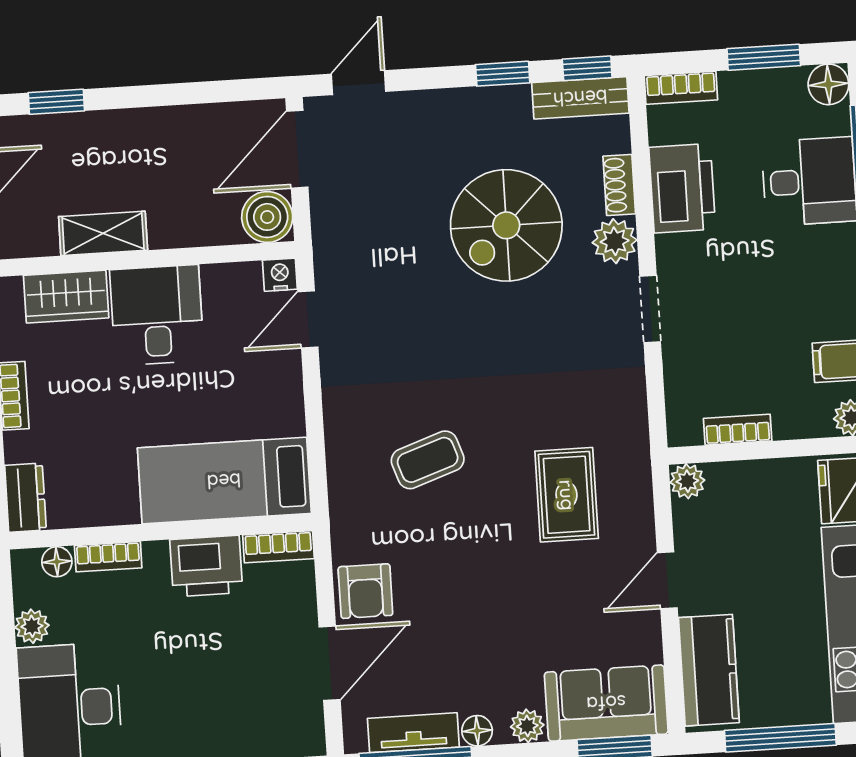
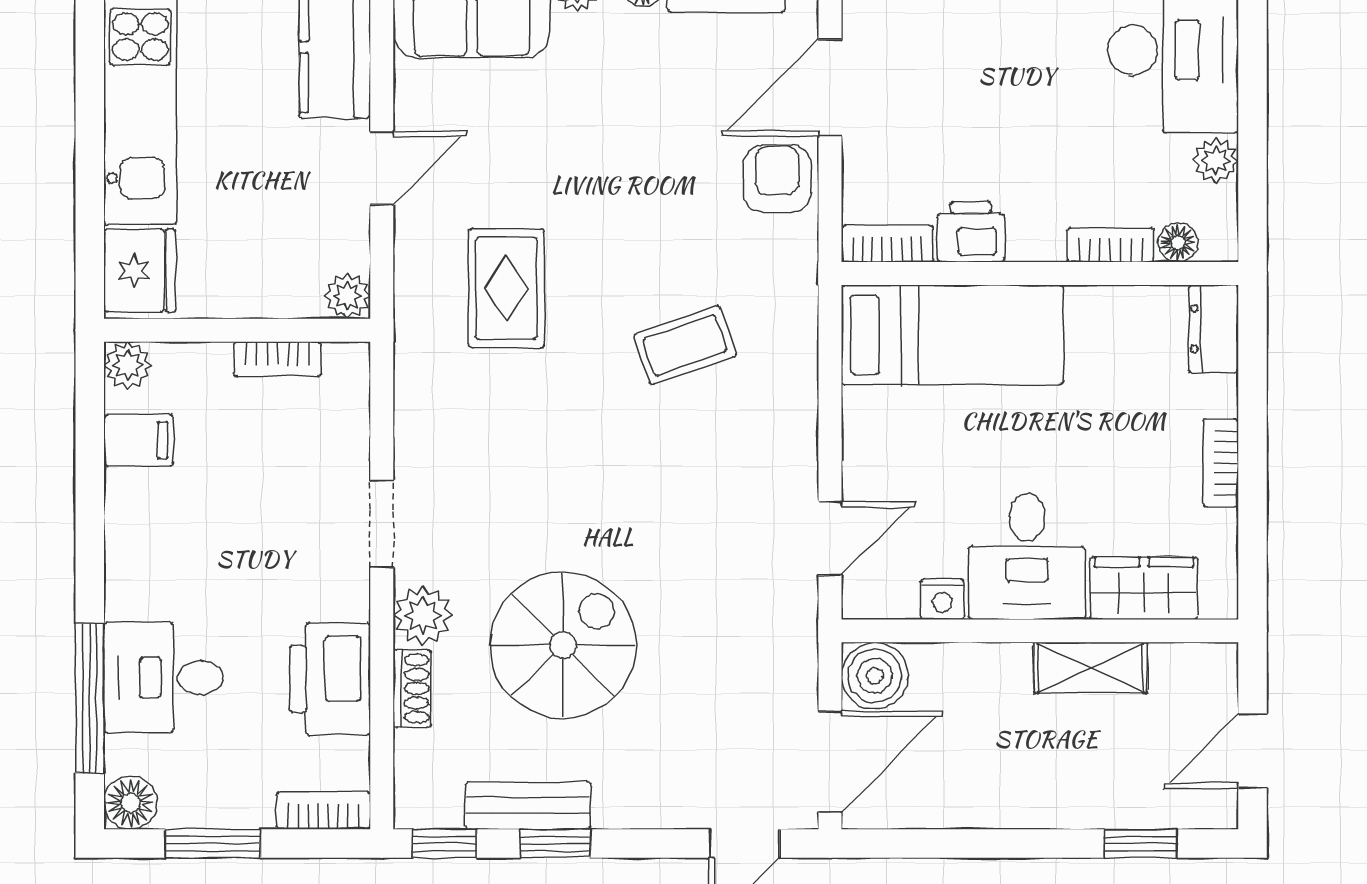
bench: (580, 98) -> (528, 806), moved
nightstand: (280, 275) -> (942, 599), moved
printer: (206, 566) -> (971, 232), width x0.73, depth x0.81

